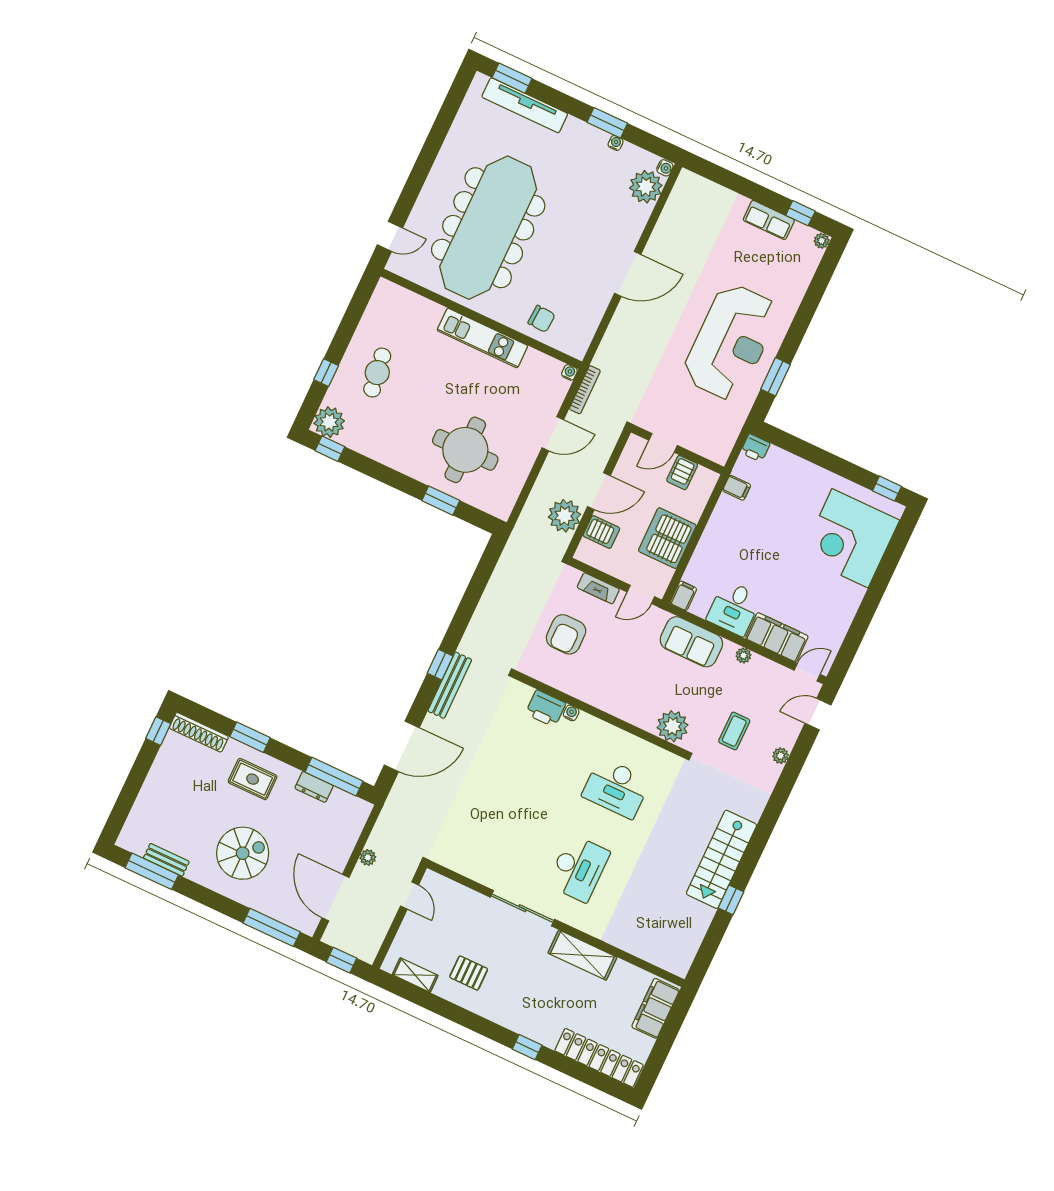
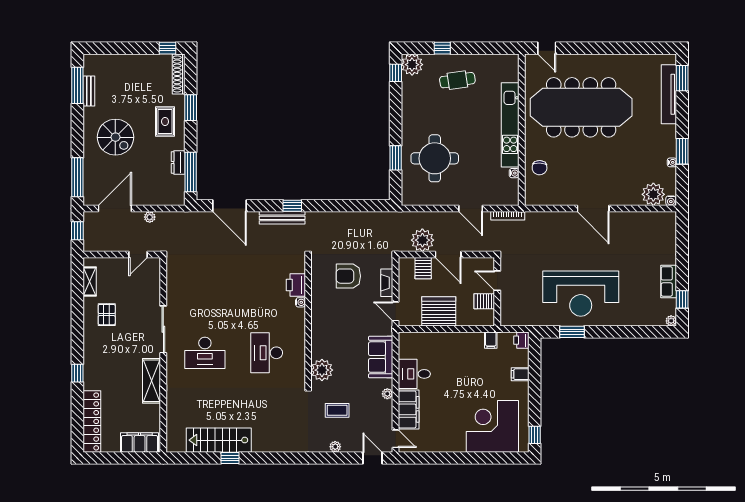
kitchen unit: (482, 338) -> (510, 125), width x1.36
water cooler: (569, 372) -> (514, 173), moved
filing cabinet: (683, 596) -> (520, 374), moved, turned 180
stairs: (721, 859) -> (219, 440), moved

